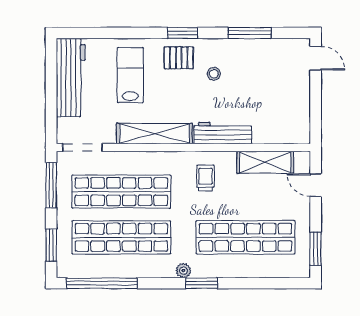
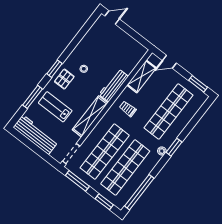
window: (250, 33) -> (33, 97), moved

